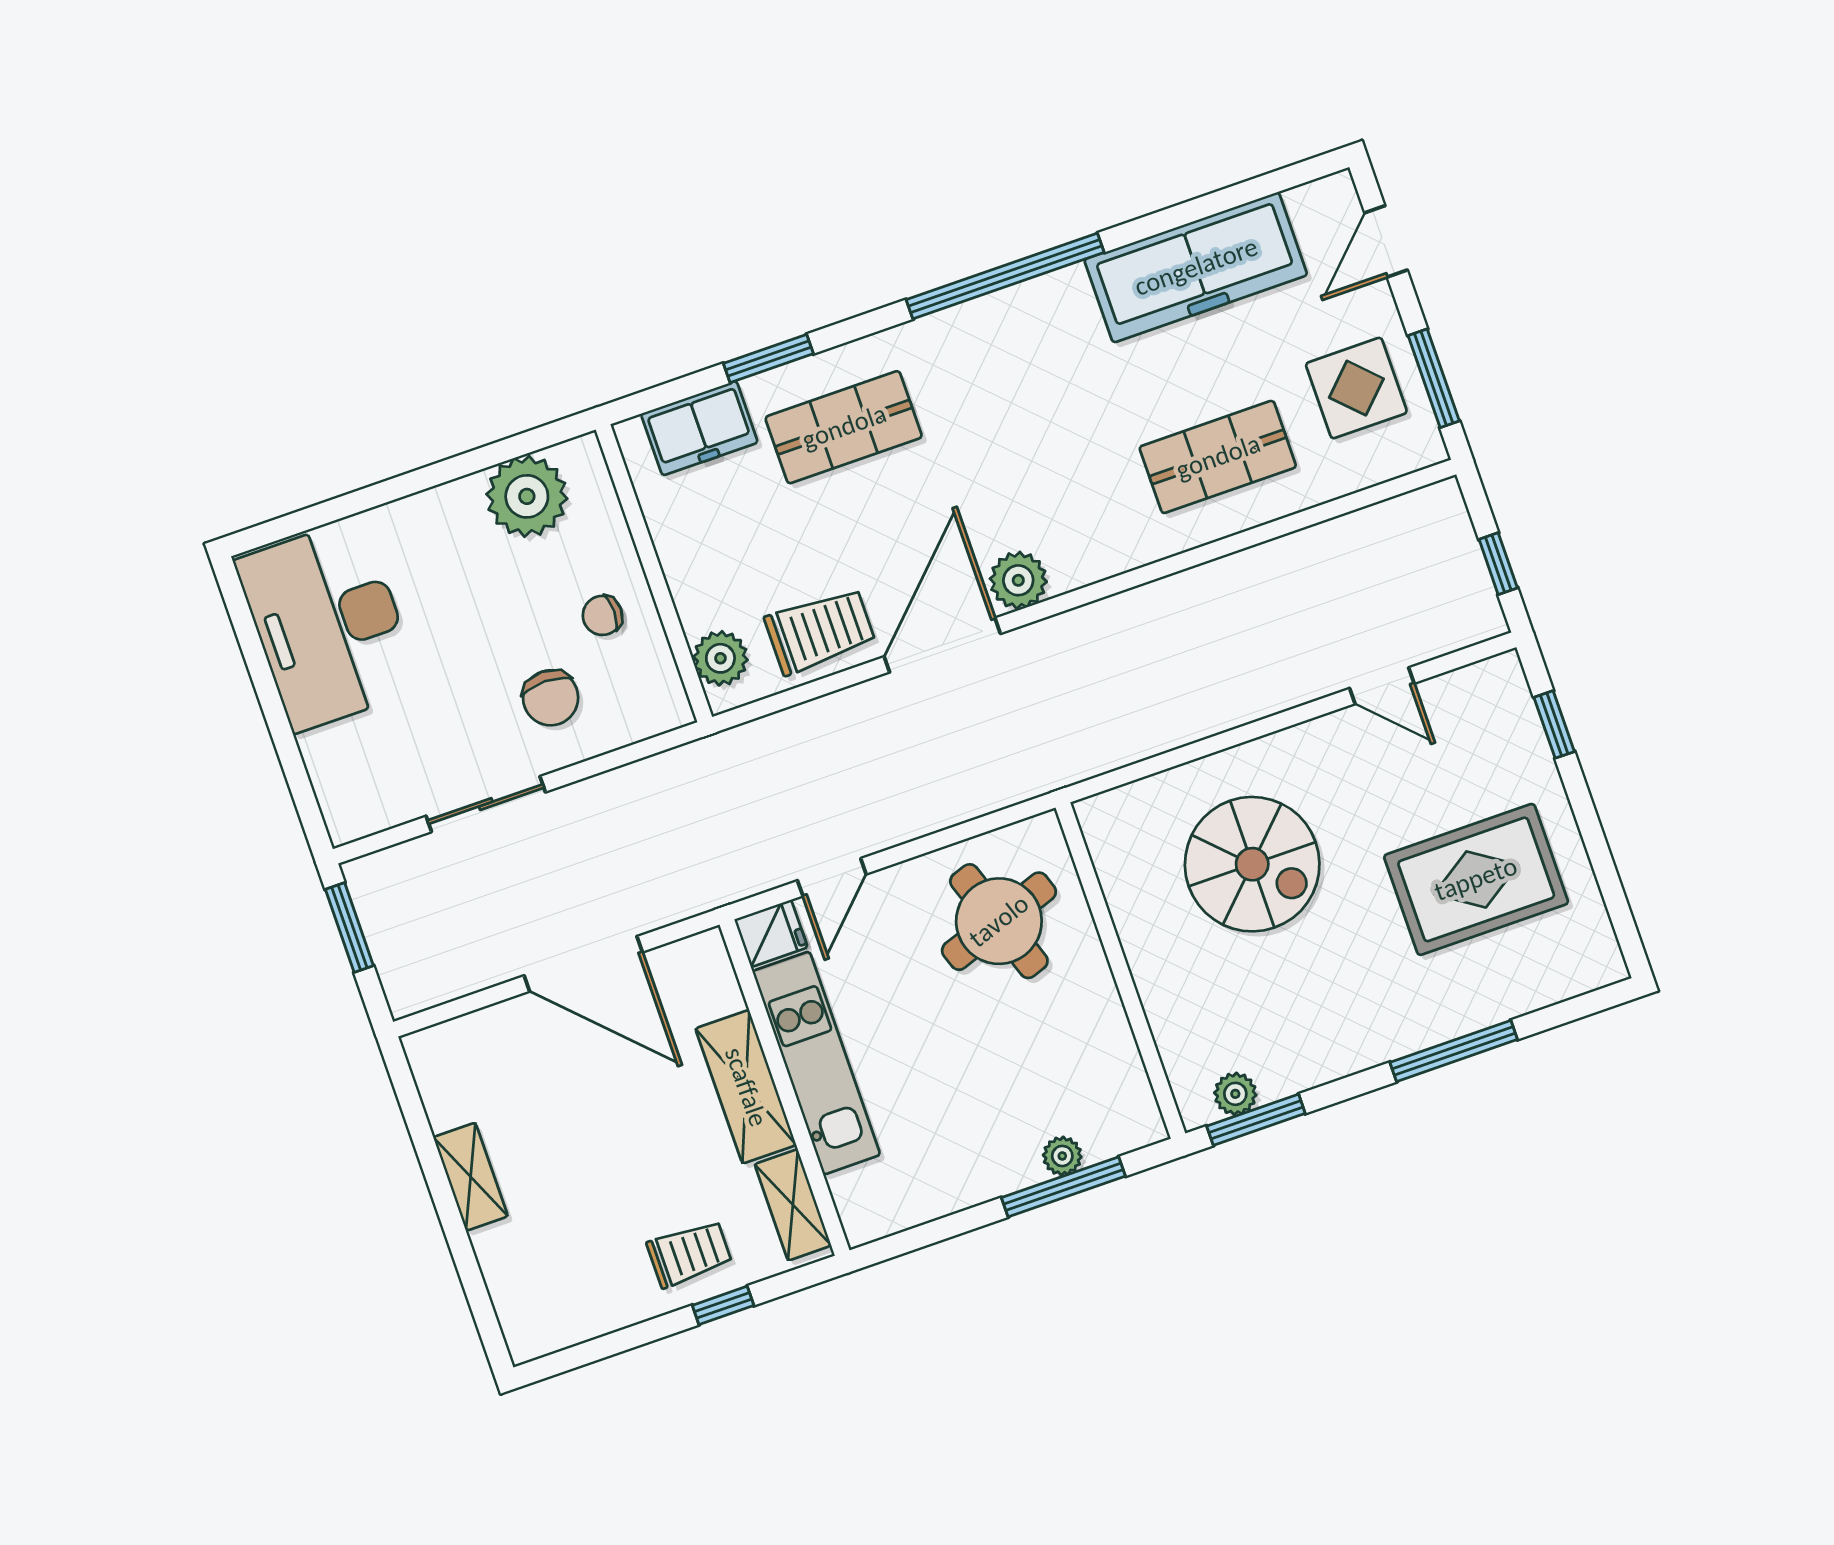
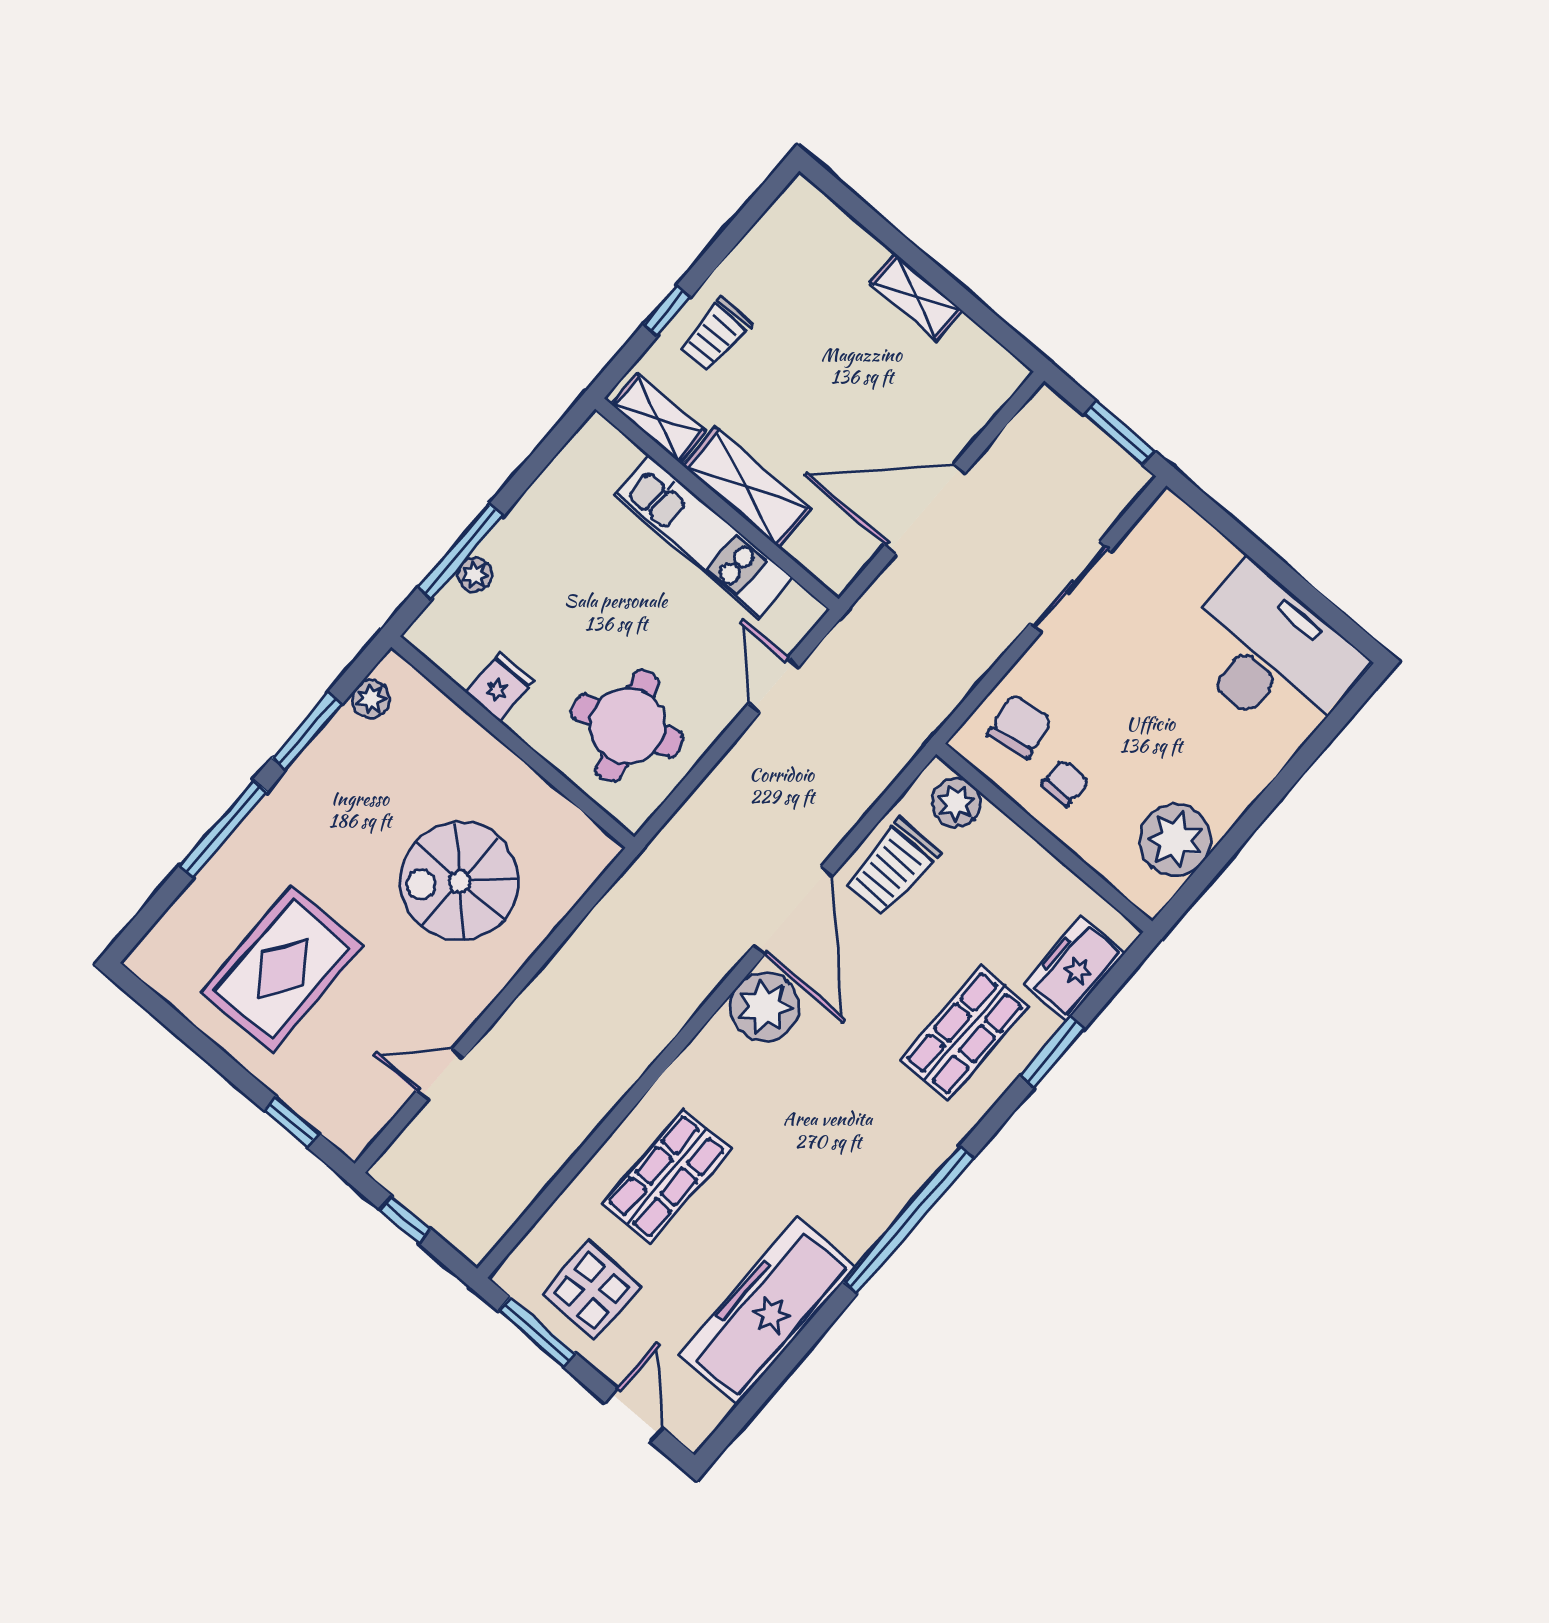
plant: (1018, 580) -> (765, 1007), width x1.36, depth x1.36
chair: (551, 698) -> (1020, 726), moved, turned 80
fridge: (771, 933) -> (500, 687), moved, turned 180
window: (1256, 1120) -> (307, 731), moved

